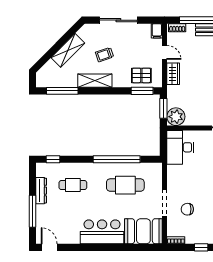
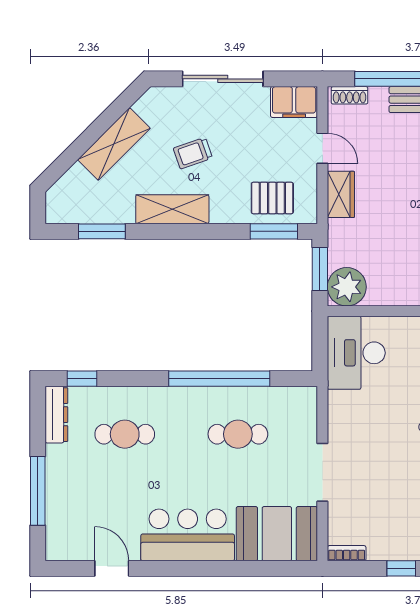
filing cabinet: (157, 31) -> (294, 102), width x2.00
window: (62, 91) -> (102, 231), width x0.69
cafe table: (125, 185) -> (238, 434), width x0.73, depth x0.74
dresser: (41, 191) -> (56, 415), moved
chair: (187, 209) -> (371, 486), removed
door: (49, 247) -> (112, 568), moved

